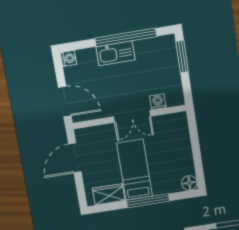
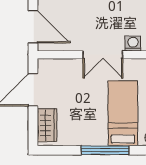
bed: (135, 170) -> (123, 113), moved
wardrobe: (109, 194) -> (47, 125), moved, turned 90

